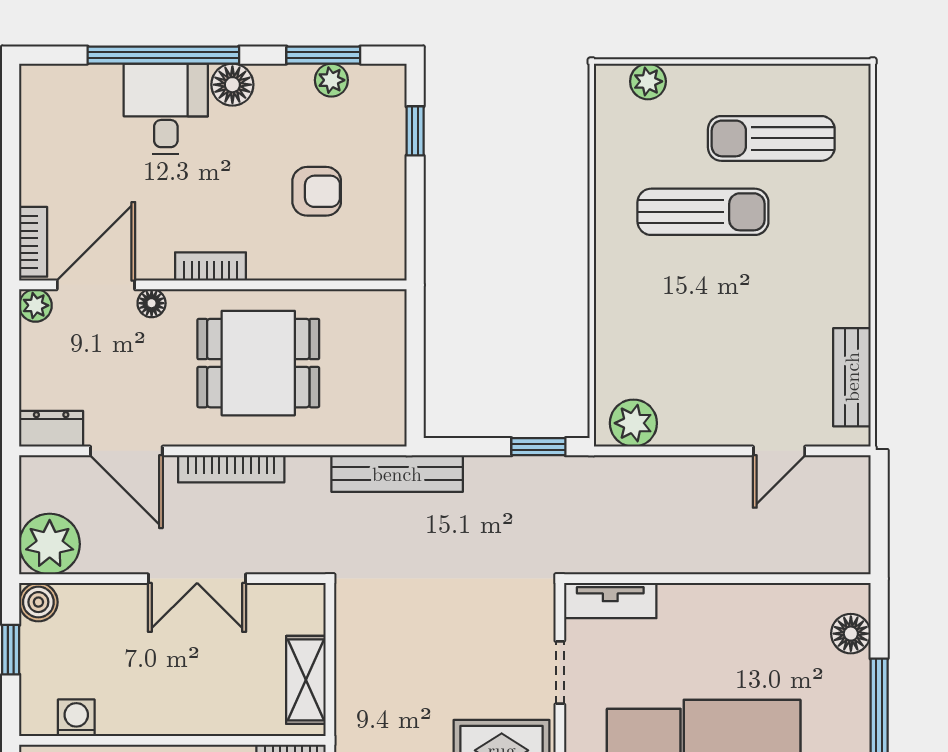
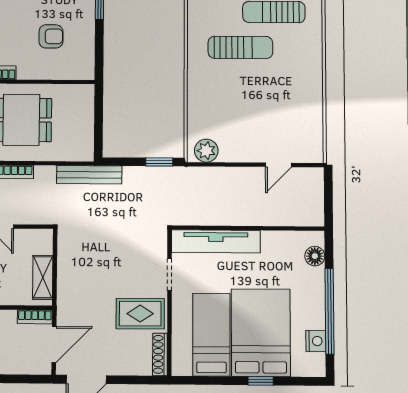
bench: (852, 377) -> (314, 129), removed
tv unit: (610, 601) -> (216, 241), width x1.92, depth x1.29

